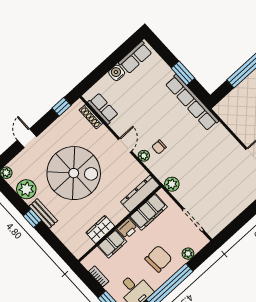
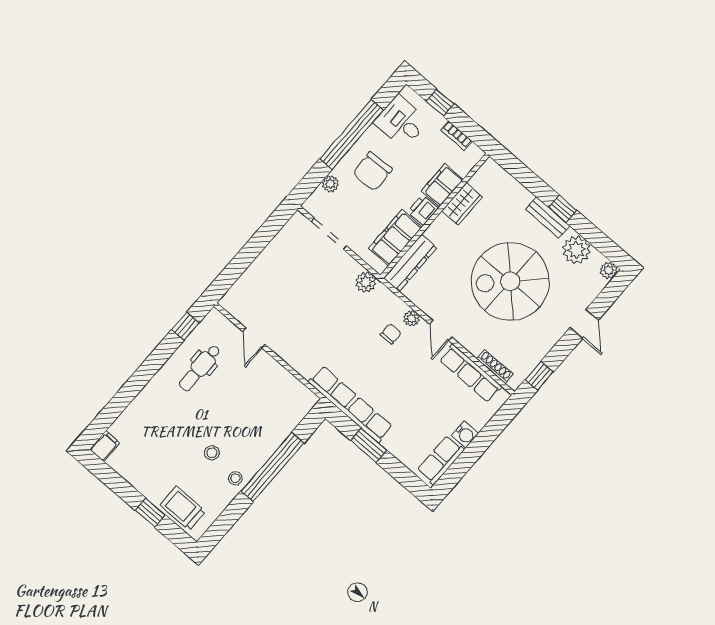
row of seats: (103, 109) -> (471, 373), width x1.48

